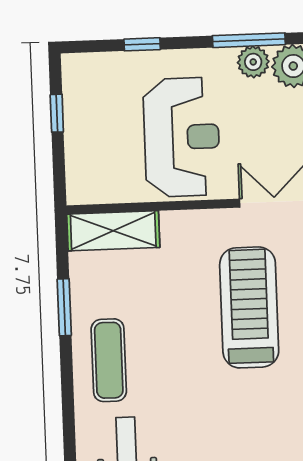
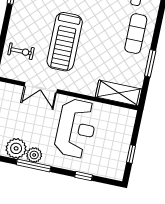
reception desk: (182, 137) -> (76, 128), turned 180

